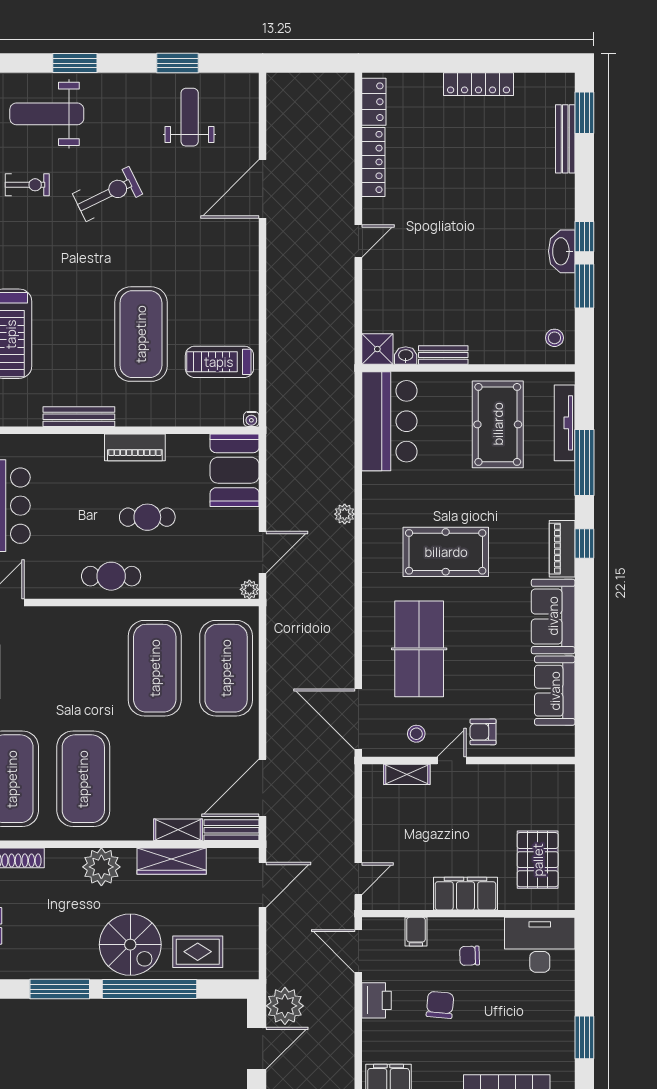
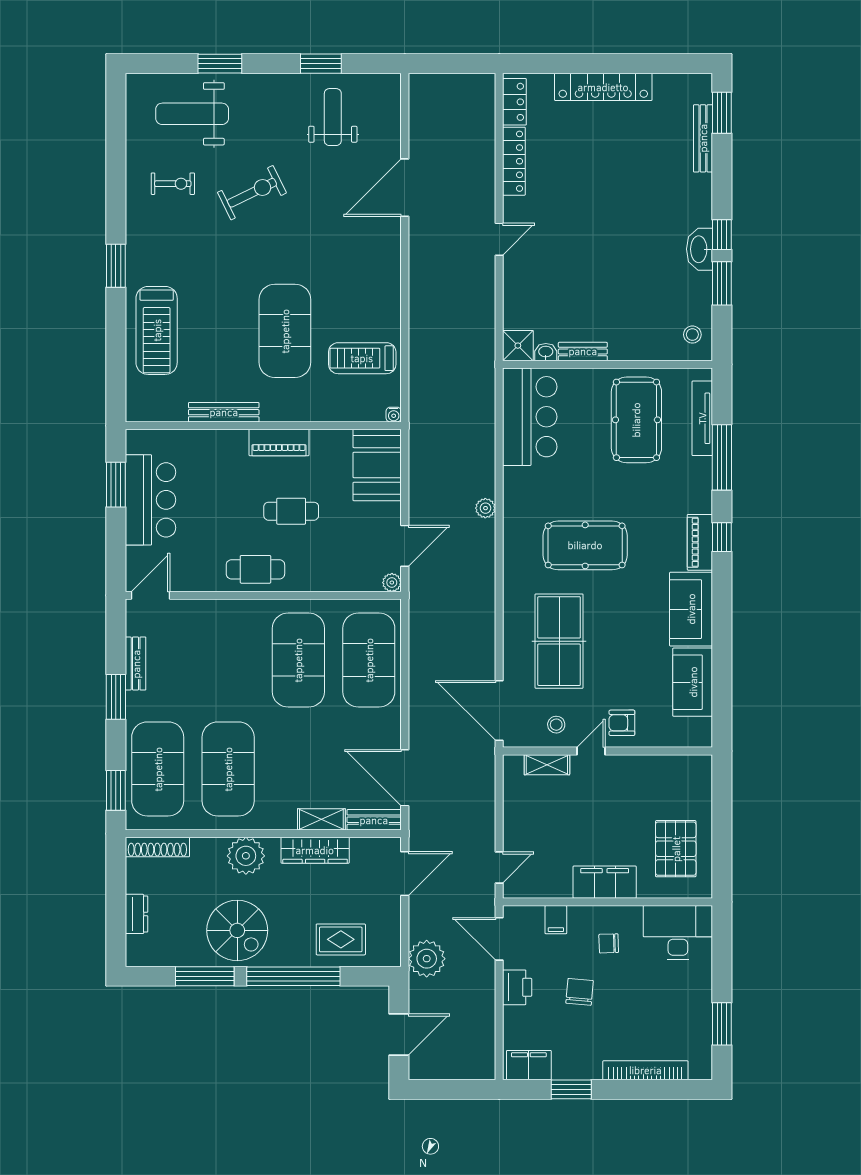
locker: (478, 84) -> (603, 87), width x1.41, depth x1.21
door: (263, 788) -> (405, 778), hinge flipped
spiral stairs: (130, 945) -> (237, 930), moved
plant: (285, 1006) -> (427, 959), moved

